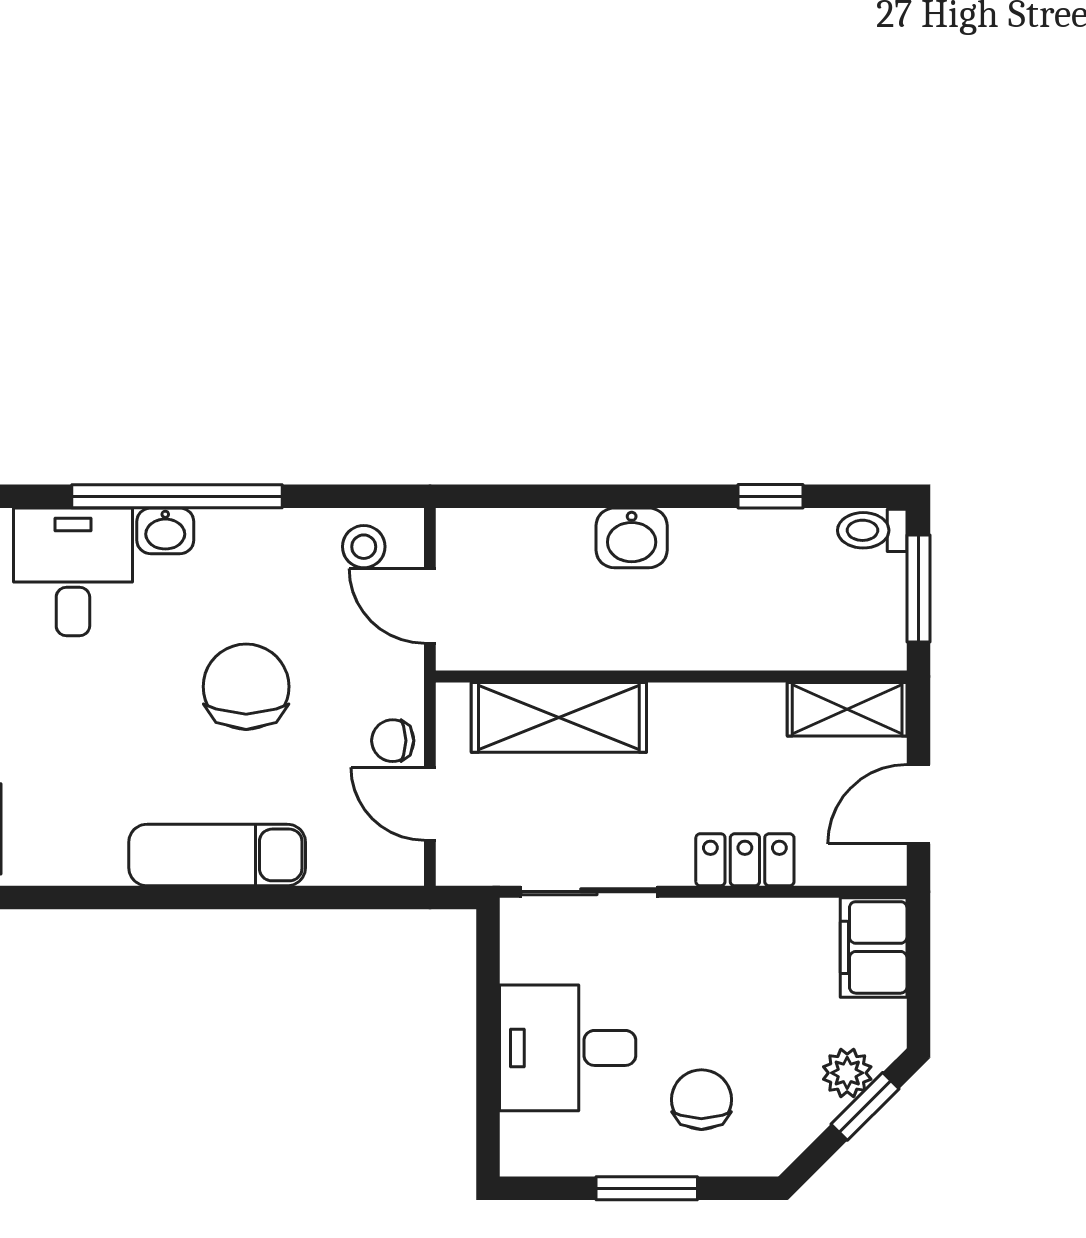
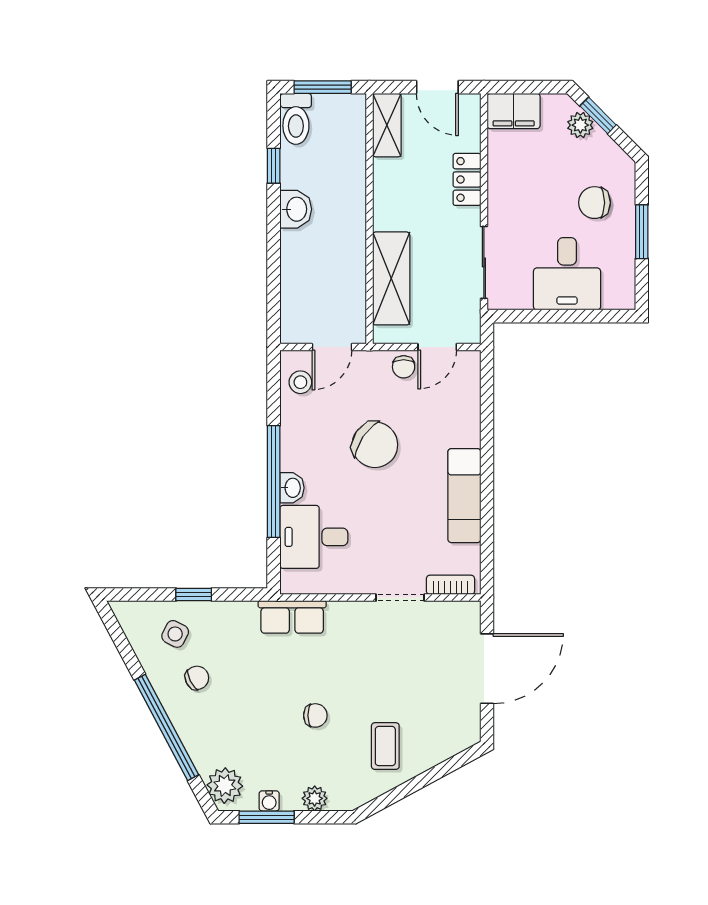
toilet: (872, 530) -> (296, 119), width x1.37, depth x1.39
washbasin: (632, 538) -> (296, 209), moved
chair: (246, 687) -> (375, 445), turned -146
exam couch: (217, 855) -> (464, 496), moved

